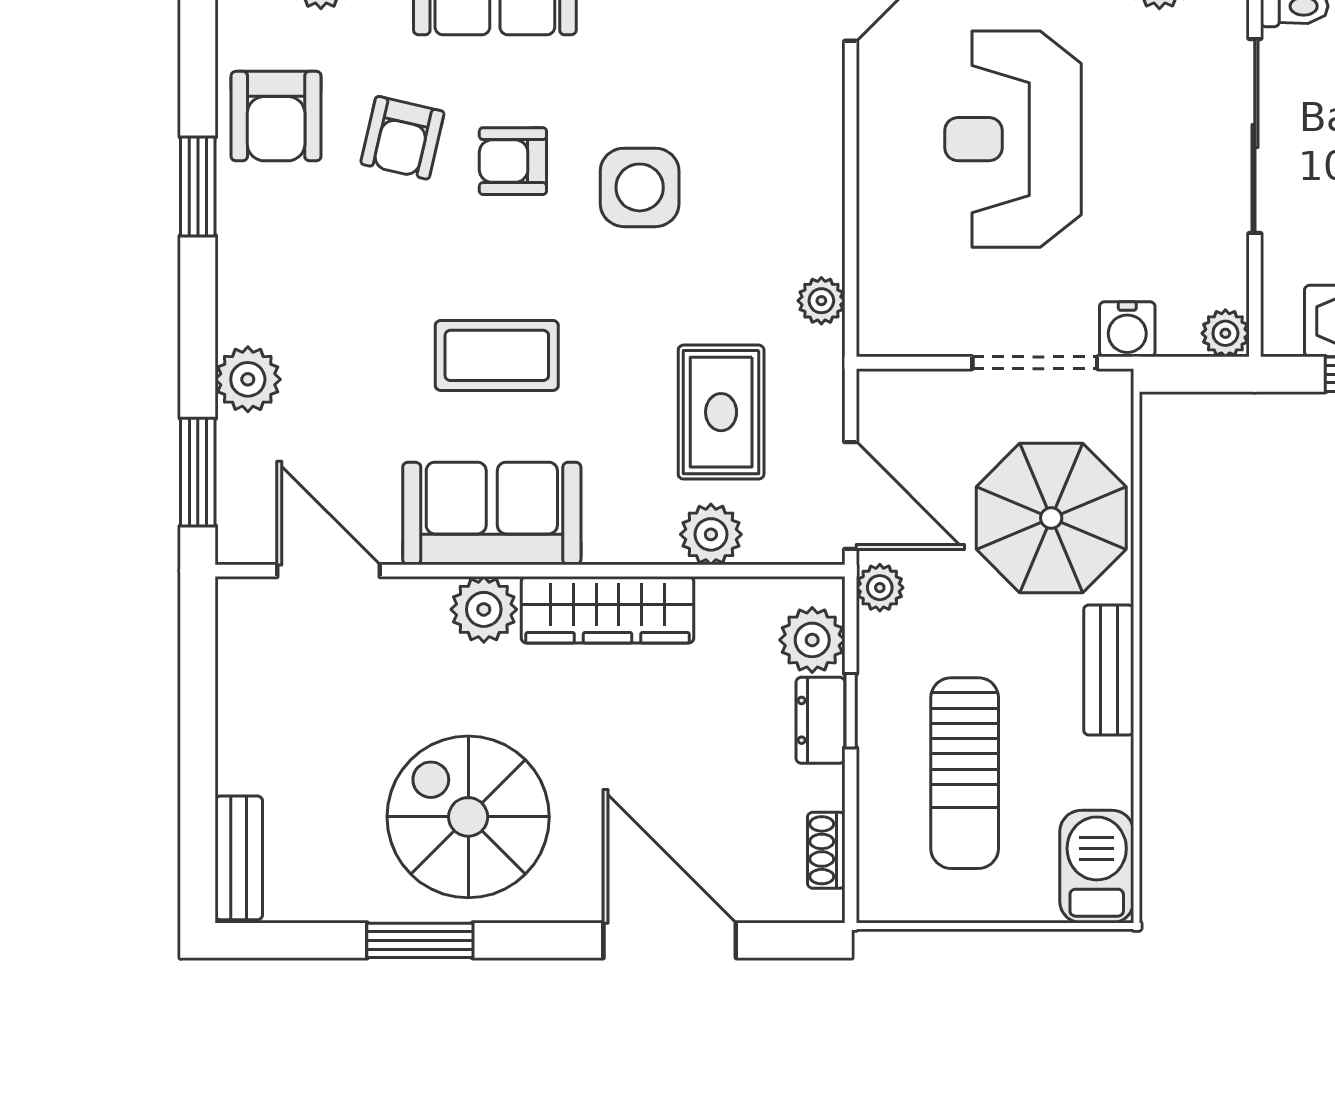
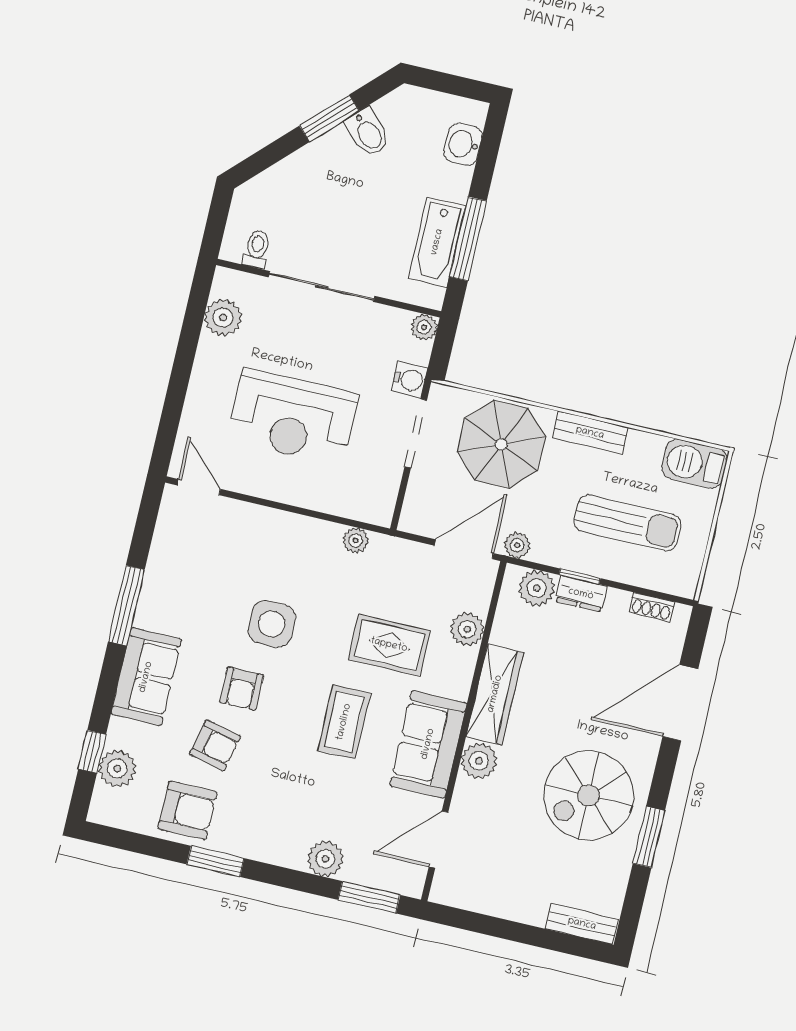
rug: (721, 412) -> (389, 645), moved

